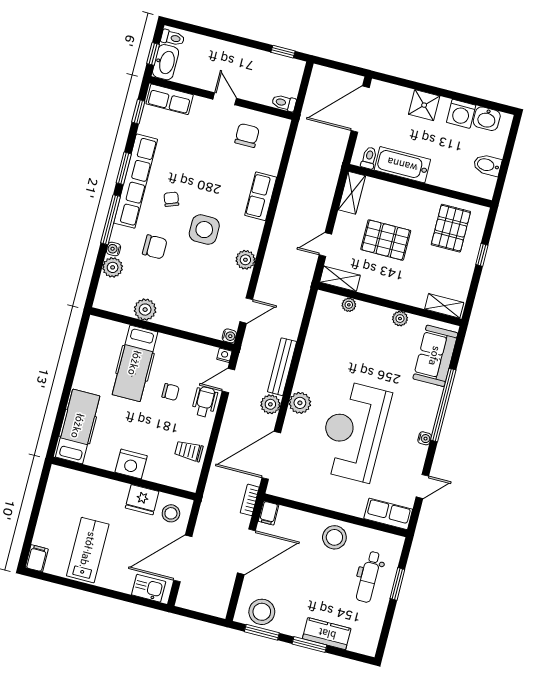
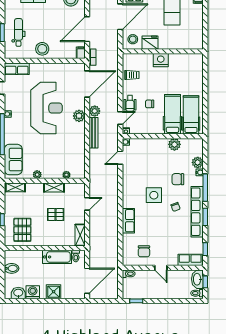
pallet: (386, 240) -> (56, 214), width x0.67, depth x0.71
plant: (245, 260) -> (128, 185), removed
shelving: (340, 279) -> (54, 188), moved
hospital bed: (78, 426) -> (191, 115), moved, turned 180

